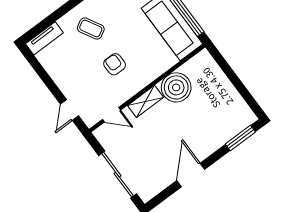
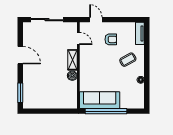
armchair: (115, 64) -> (111, 39), moved
boiler: (176, 87) -> (72, 76), width x0.54, depth x0.54
door: (112, 115) -> (78, 38), swing flipped

